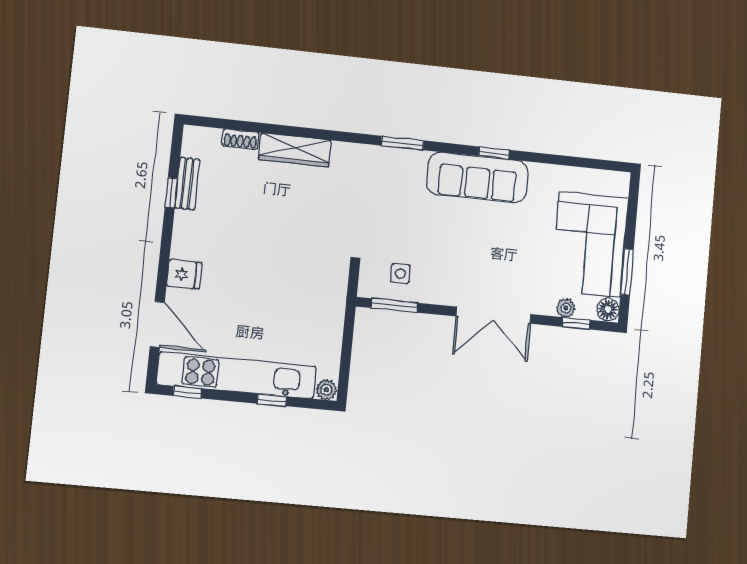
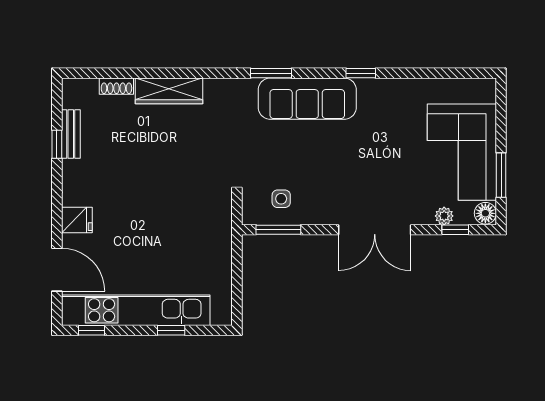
sofa: (478, 177) -> (307, 99), moved
plant: (326, 390) -> (221, 316), removed

